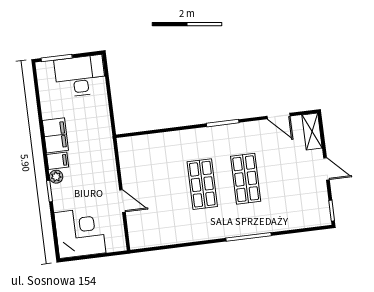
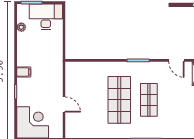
filing cabinet: (55, 135) -> (24, 55), removed
plant: (56, 177) -> (21, 27), moved
shop shelf: (202, 184) -> (119, 100), width x1.43, depth x1.36

